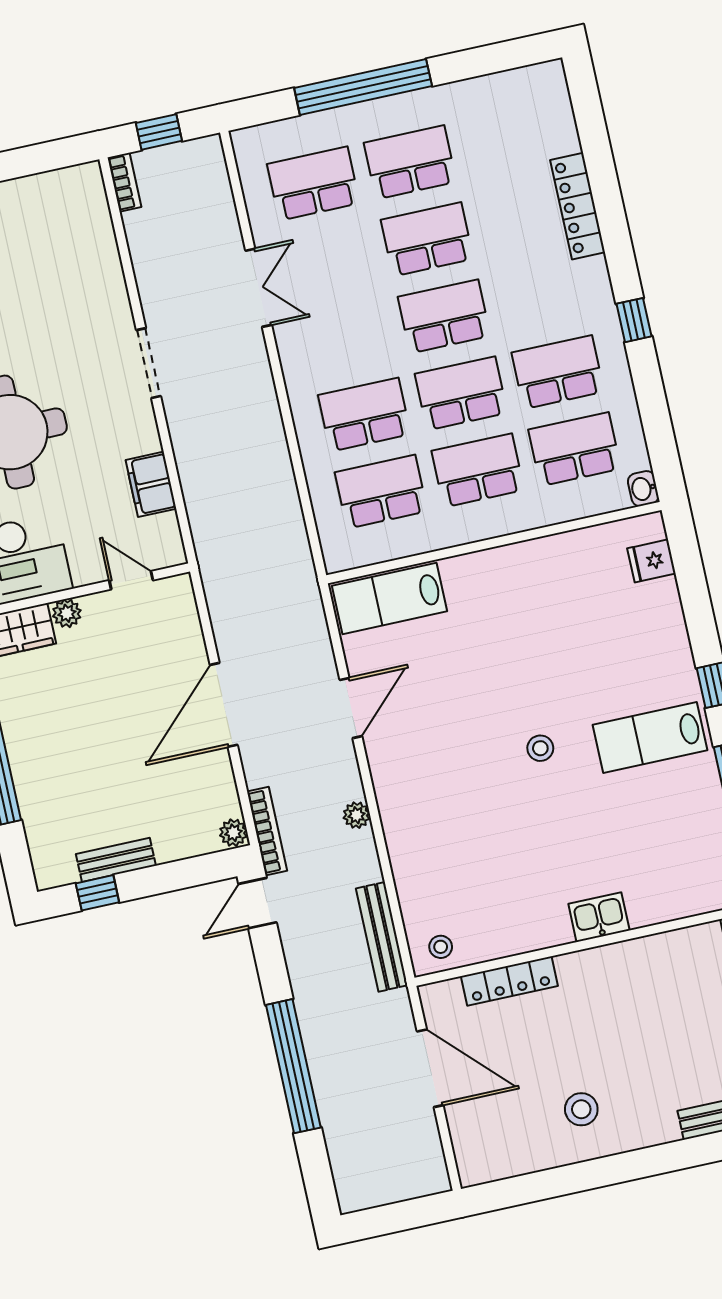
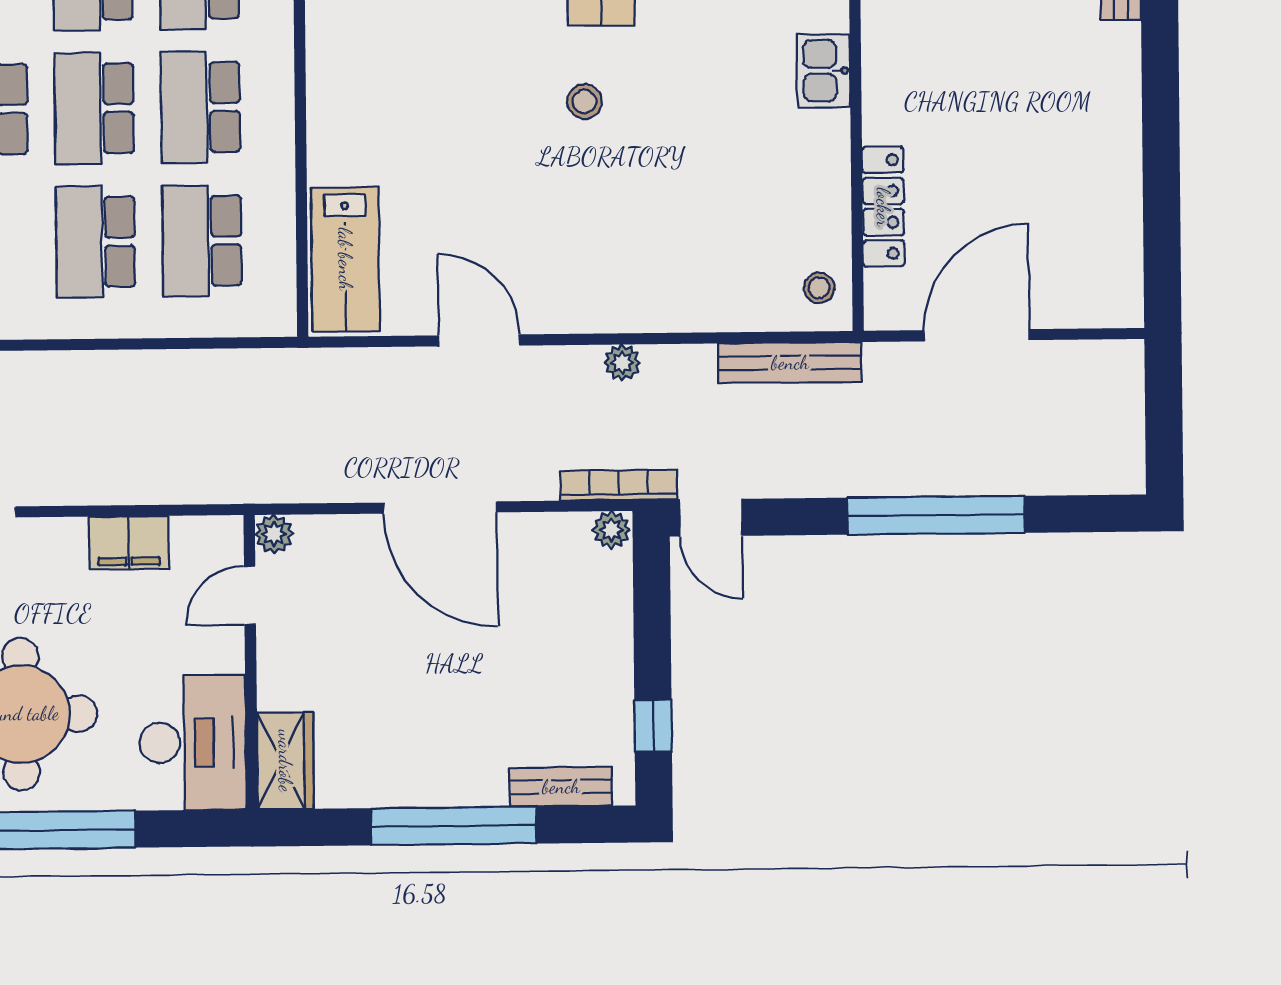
plant: (67, 613) -> (274, 534), moved
bench: (116, 860) -> (561, 787), moved, turned 90
stool: (581, 1109) -> (1072, 147), removed

